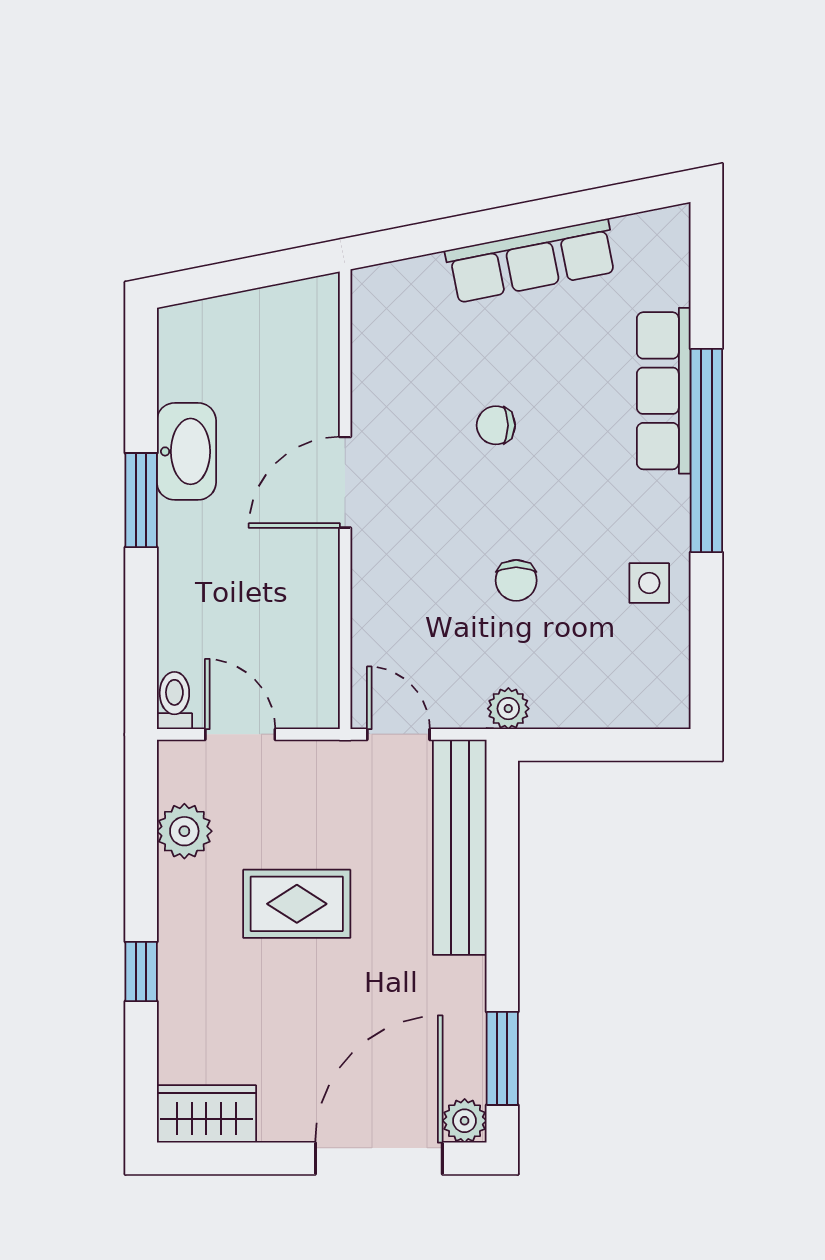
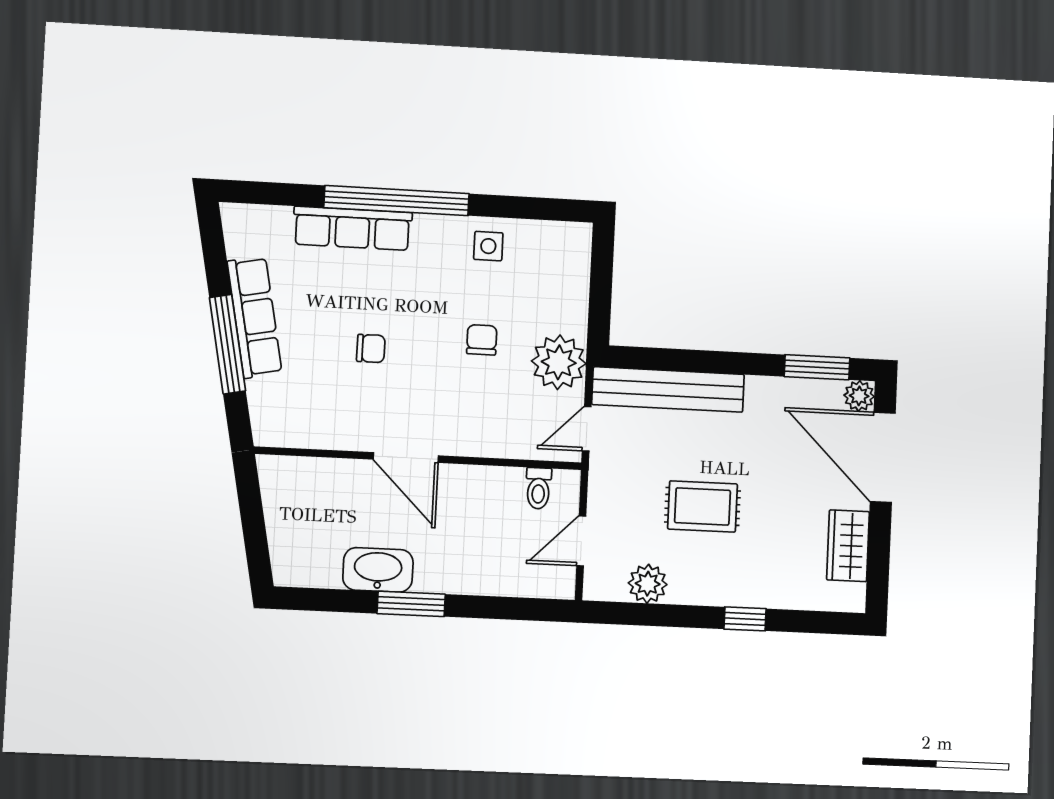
window: (491, 225) -> (227, 344), added
chair: (496, 425) -> (371, 348), turned -90
chair: (516, 580) -> (482, 340), turned -90
toilet: (174, 701) -> (538, 488), moved, turned -90
plant: (508, 709) -> (559, 362), width x1.88, depth x1.88
rug: (297, 904) -> (702, 506), turned 90
wardrobe: (206, 1114) -> (848, 546), moved

